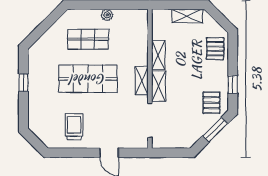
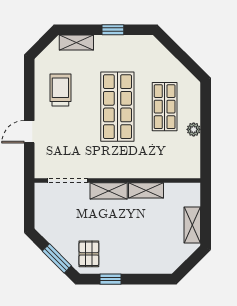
pallet: (215, 49) -> (153, 258), removed
shelving: (142, 81) -> (76, 43), moved
pallet: (211, 103) -> (89, 254), turned 90
trolley: (74, 127) -> (60, 90), turned -90

